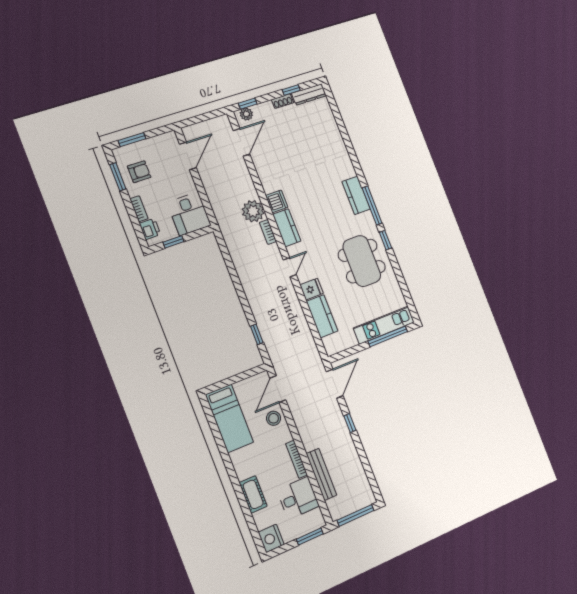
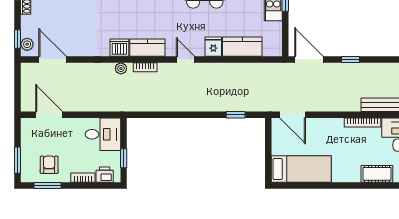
plant: (253, 211) -> (121, 68), width x0.53, depth x0.53
stool: (274, 418) -> (317, 129), removed

